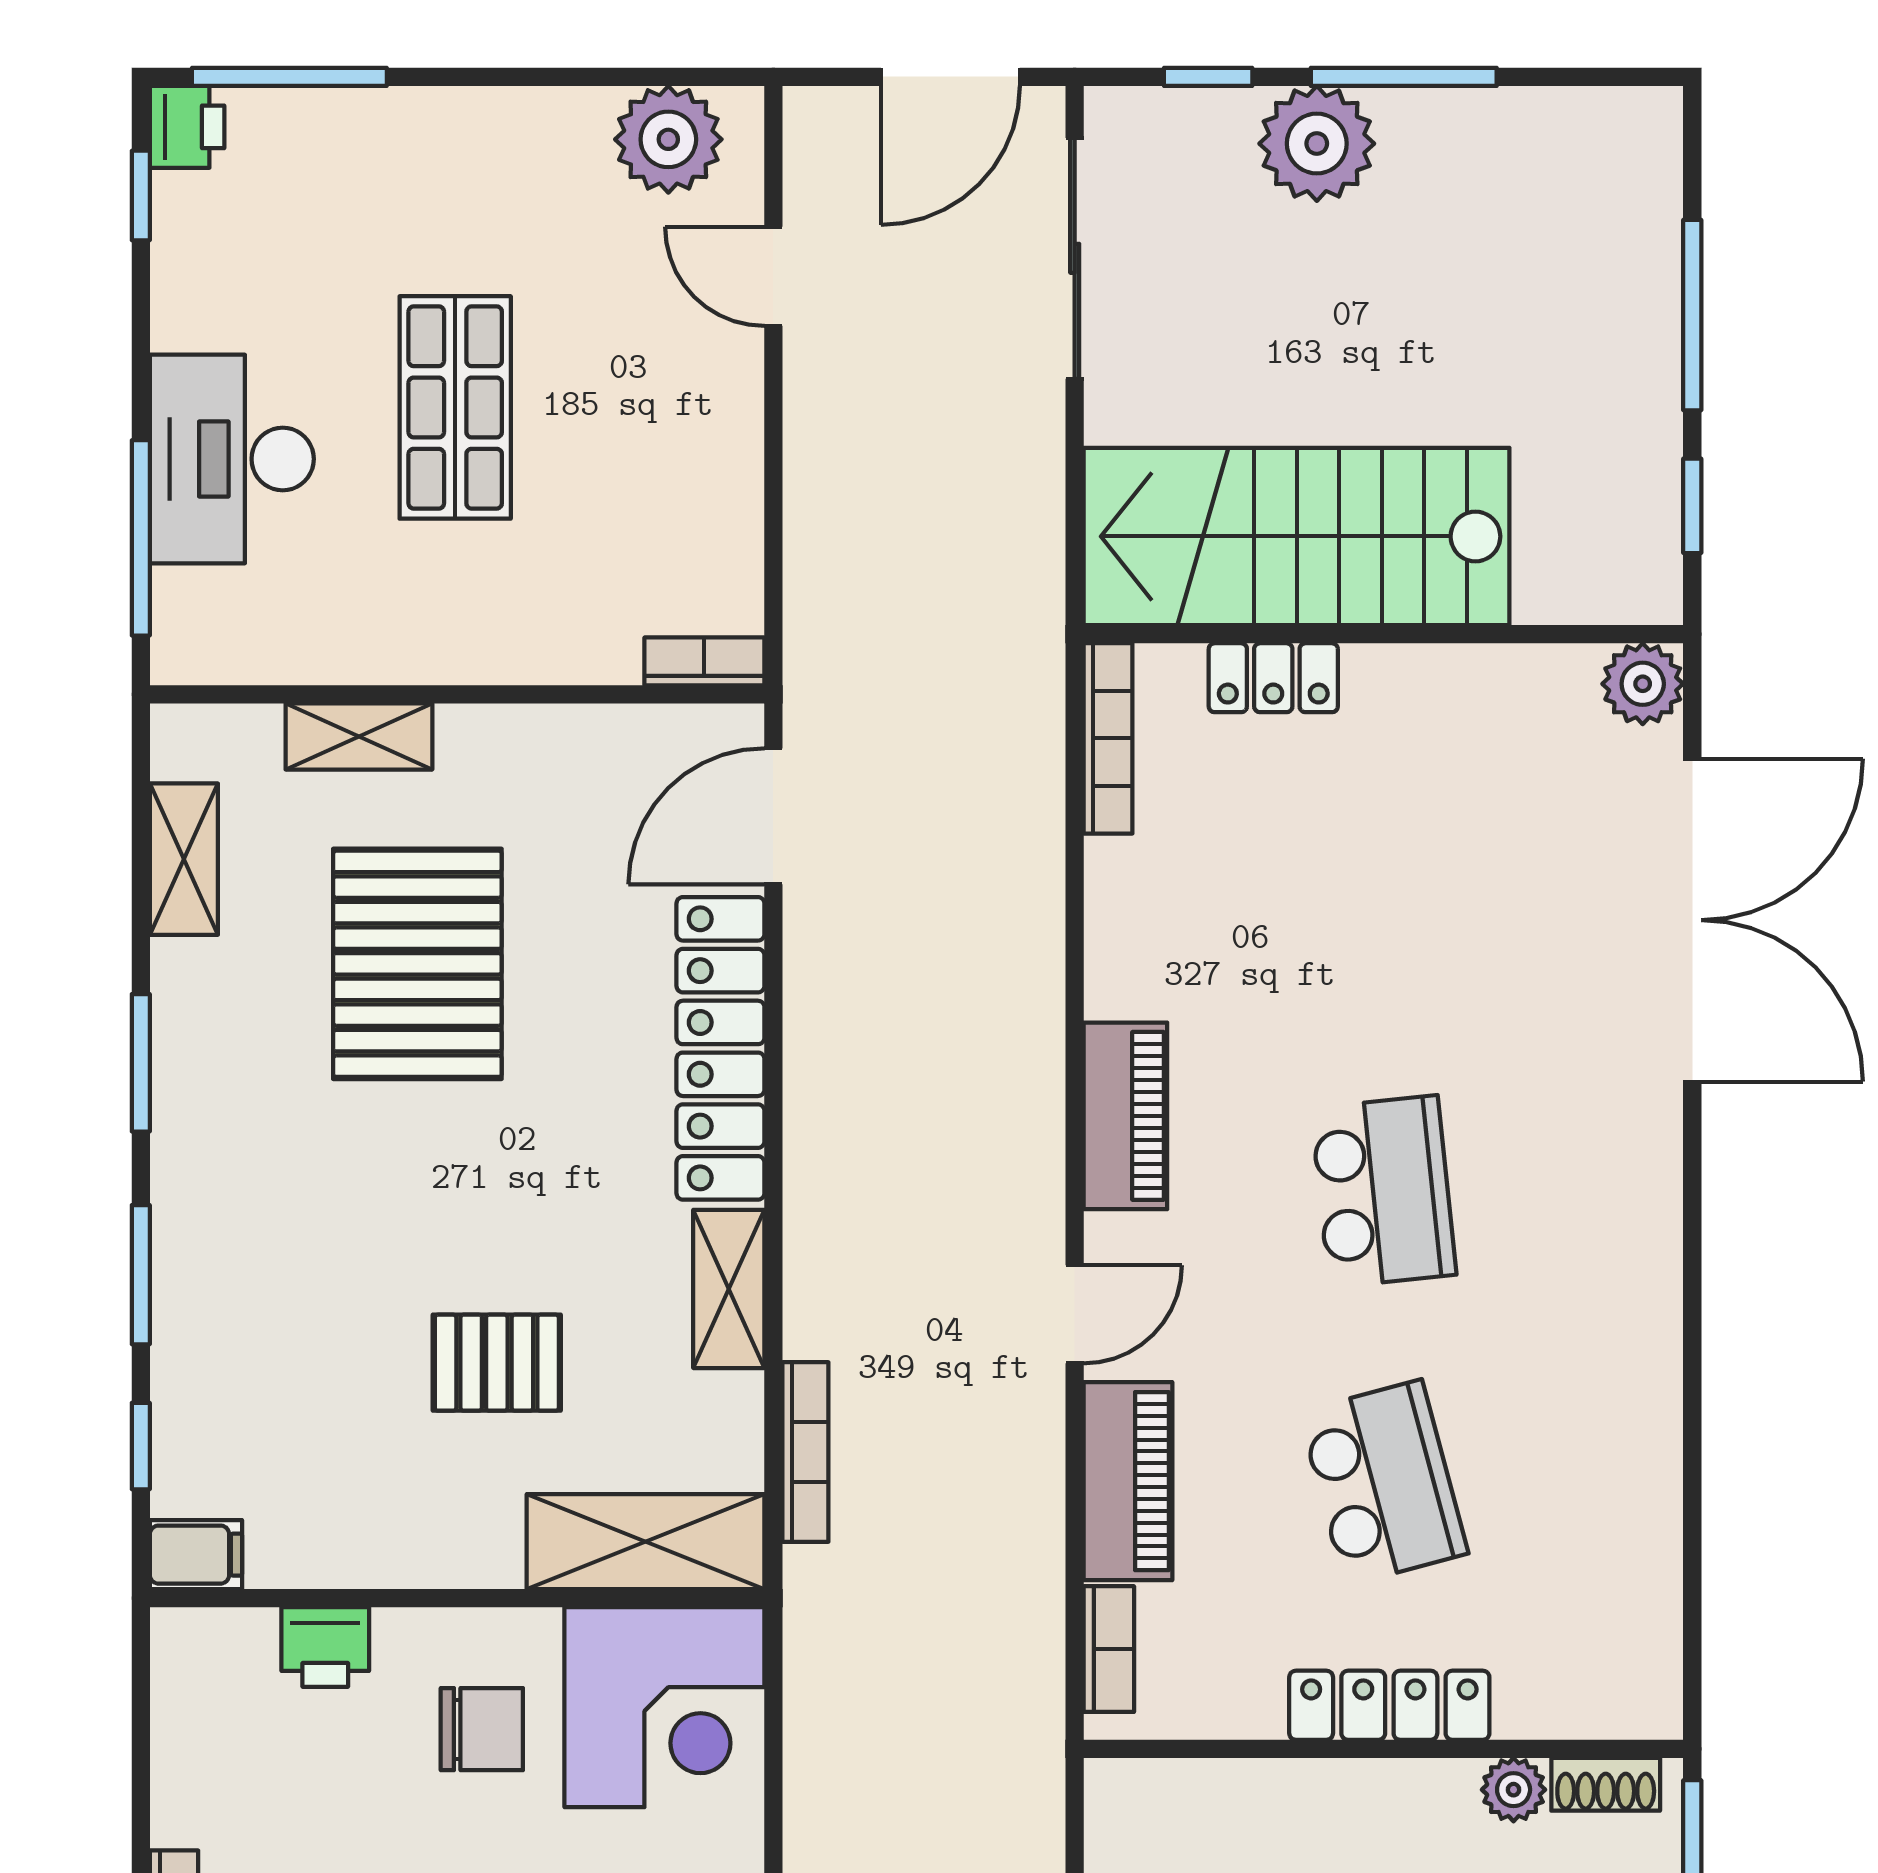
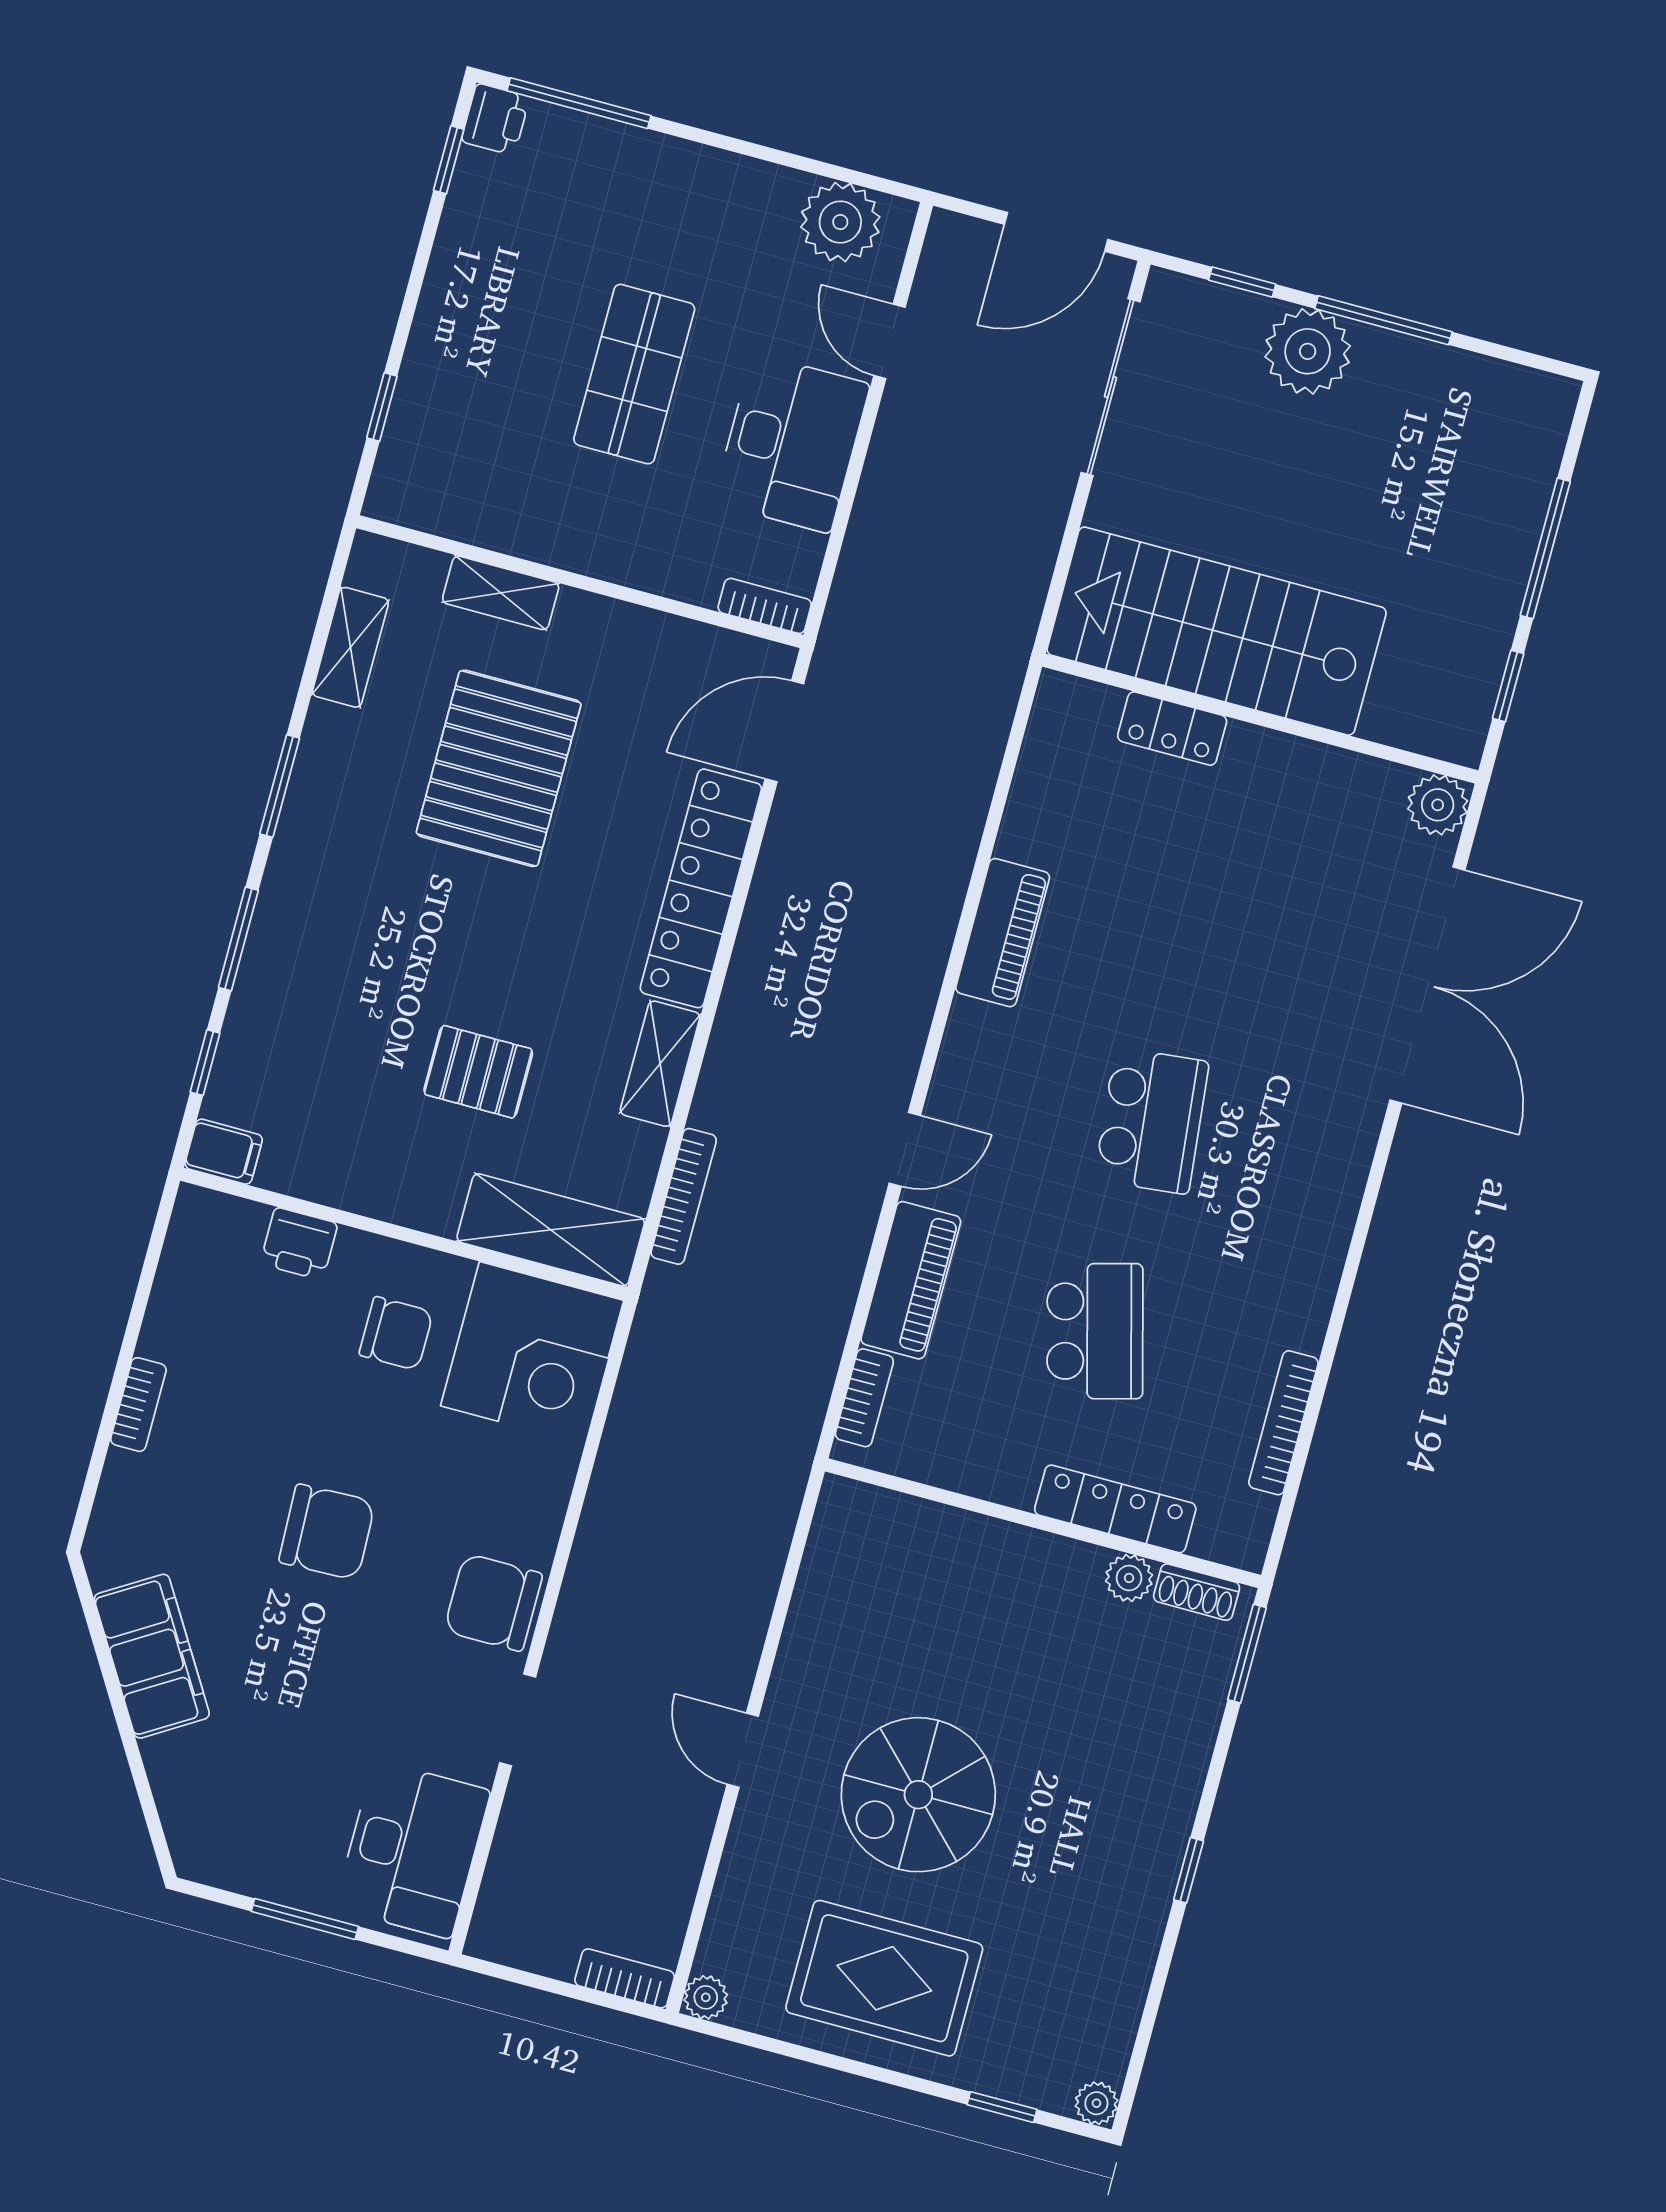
desk: (232, 459) -> (792, 443), moved, turned 180
window: (141, 538) -> (382, 407), width x0.46
bookcase: (1108, 738) -> (1283, 1423), moved, turned 180
piano: (1125, 1116) -> (1003, 933), moved
locker: (1389, 1705) -> (1115, 1509), moved

